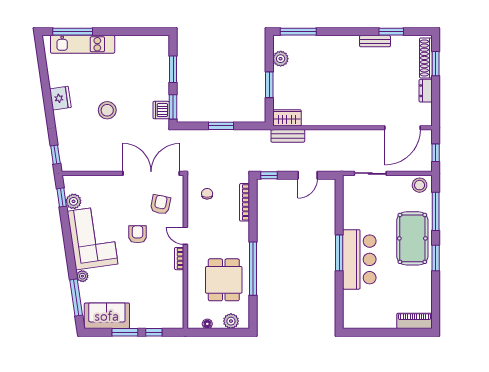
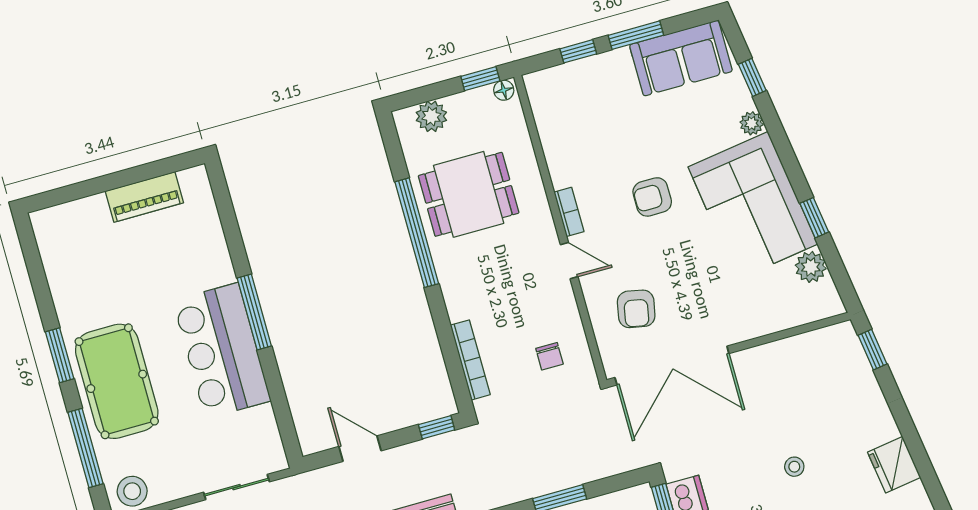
stool: (107, 110) -> (794, 467), width x0.53, depth x0.53
door: (308, 175) -> (360, 449), hinge flipped
window: (62, 197) -> (814, 218), moved
armchair: (138, 234) -> (652, 197), moved, turned 90
bar counter: (359, 259) -> (222, 351), moved
dining table: (224, 280) -> (469, 194), turned 90
window: (76, 298) -> (752, 77), width x0.46
piano: (415, 321) -> (144, 197), moved
floor lamp: (207, 324) -> (504, 90), moved
window: (203, 332) -> (480, 79), added

